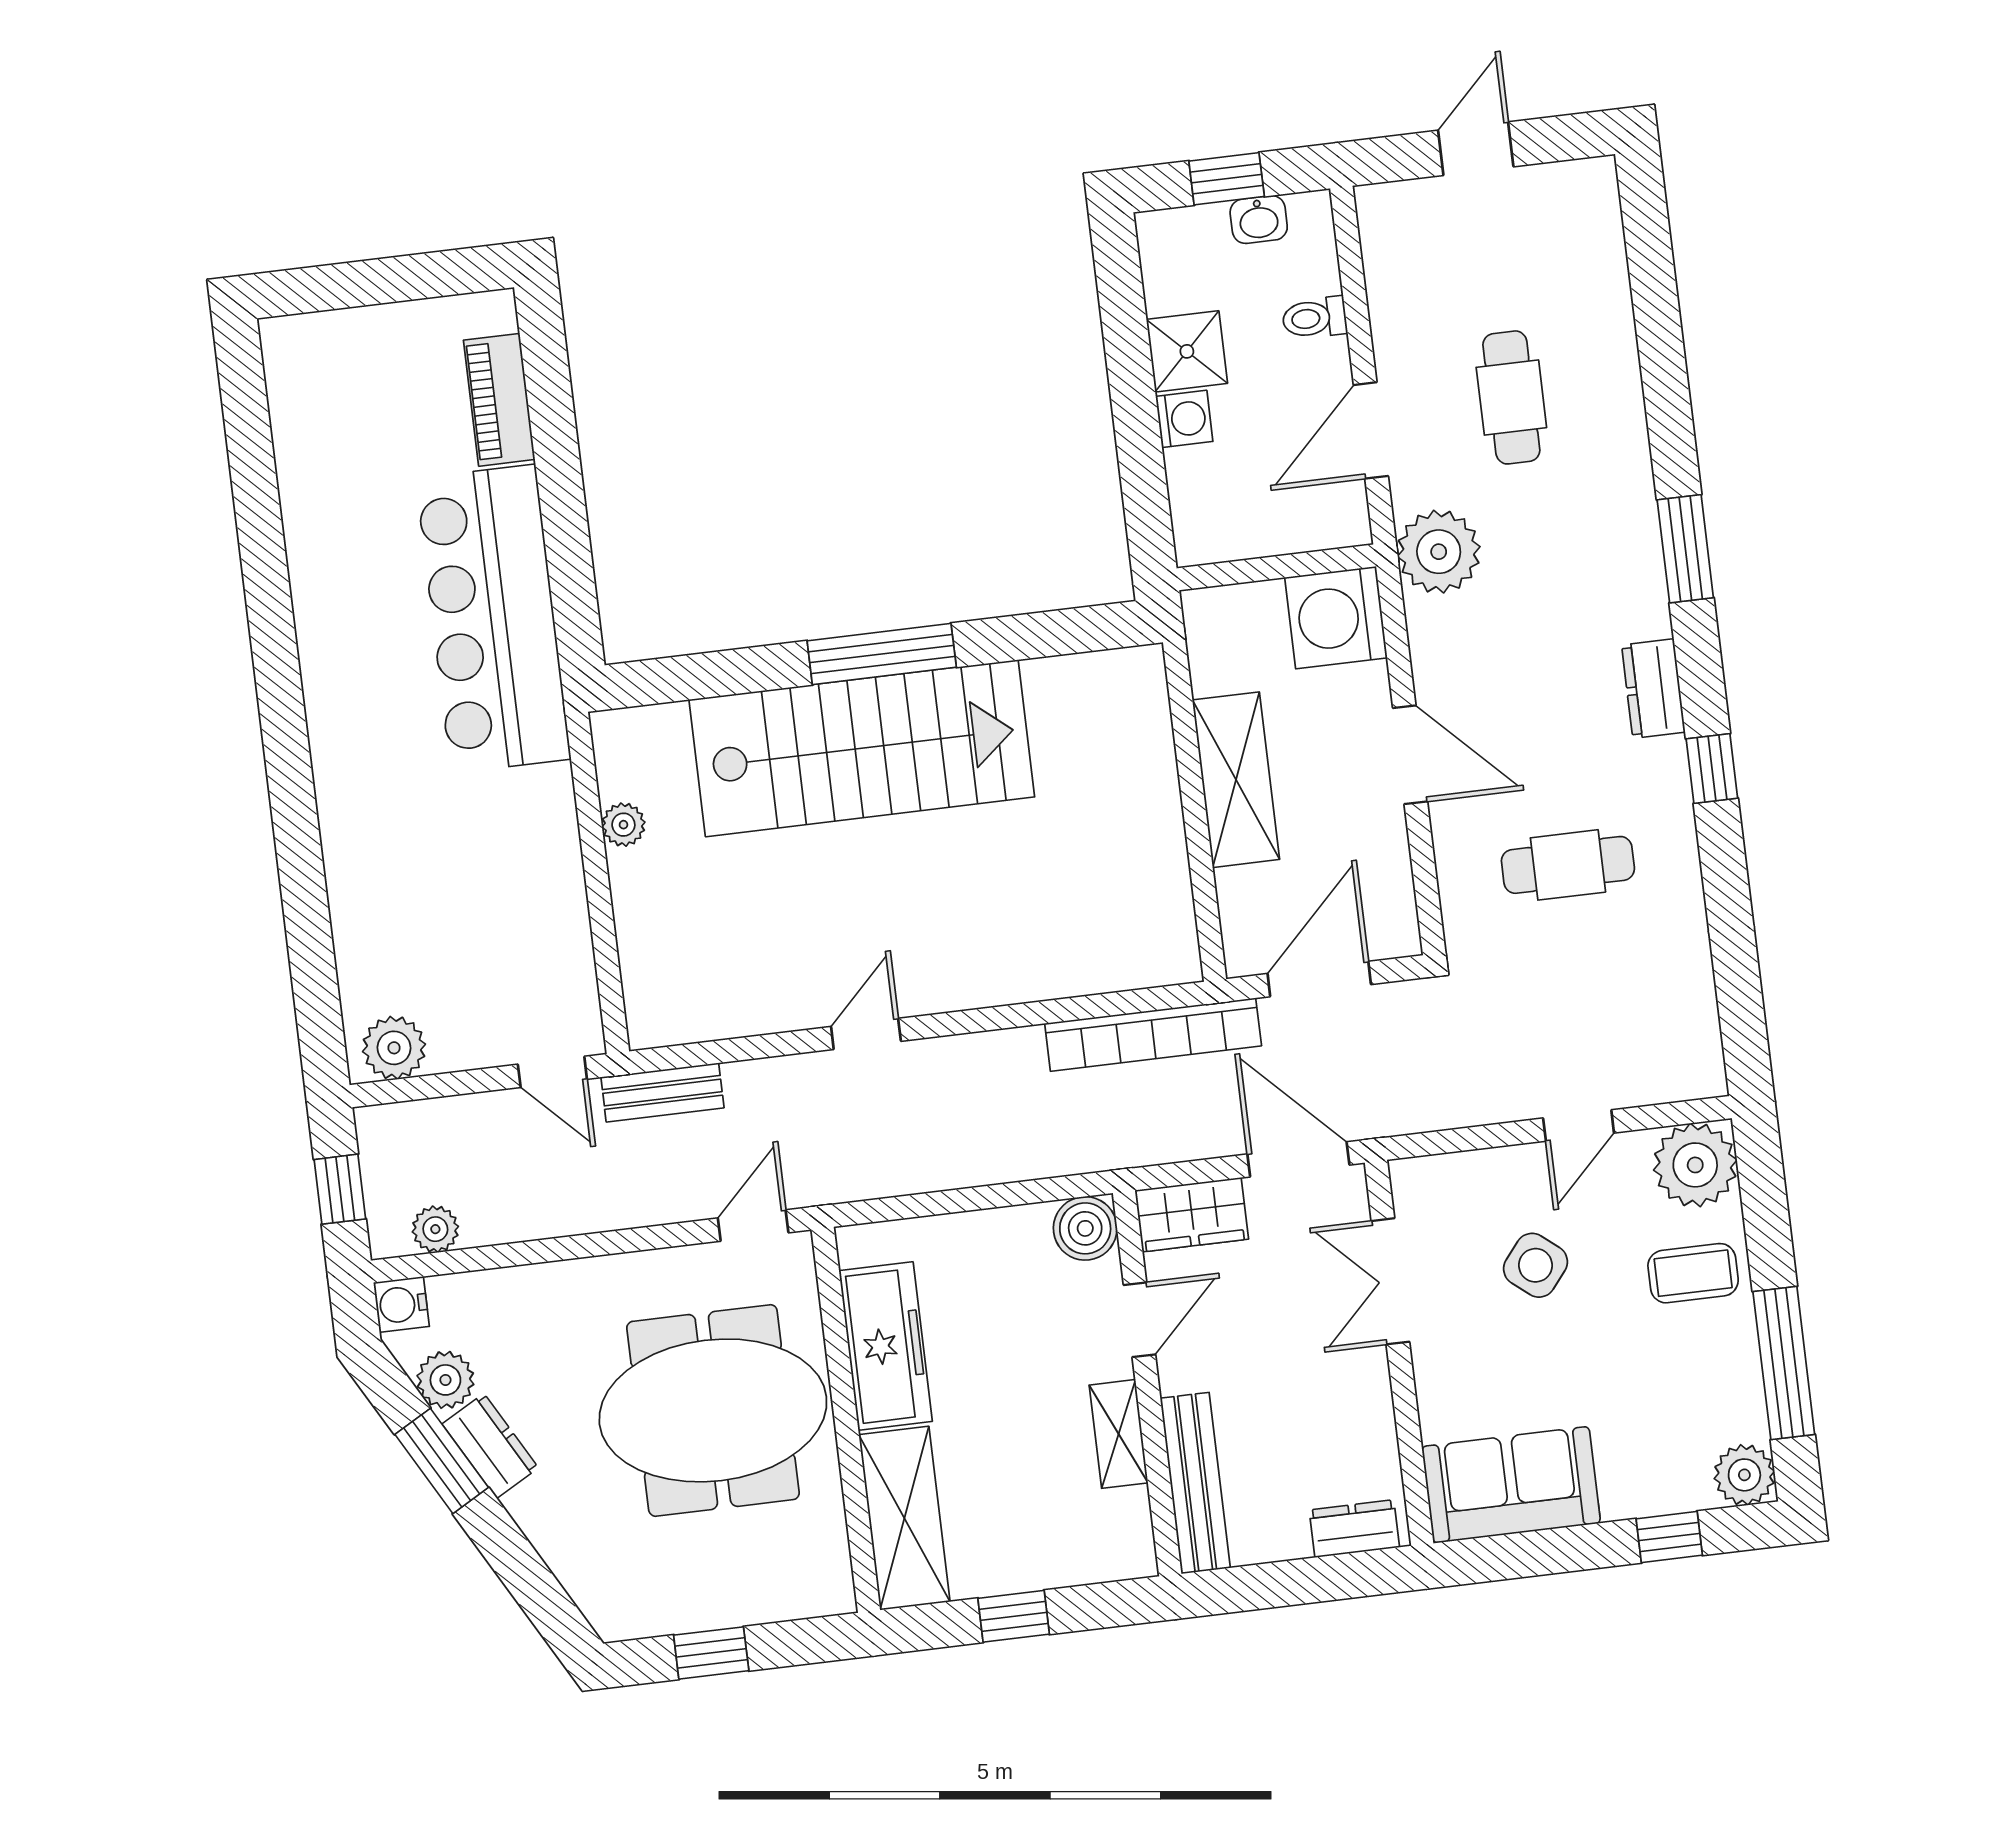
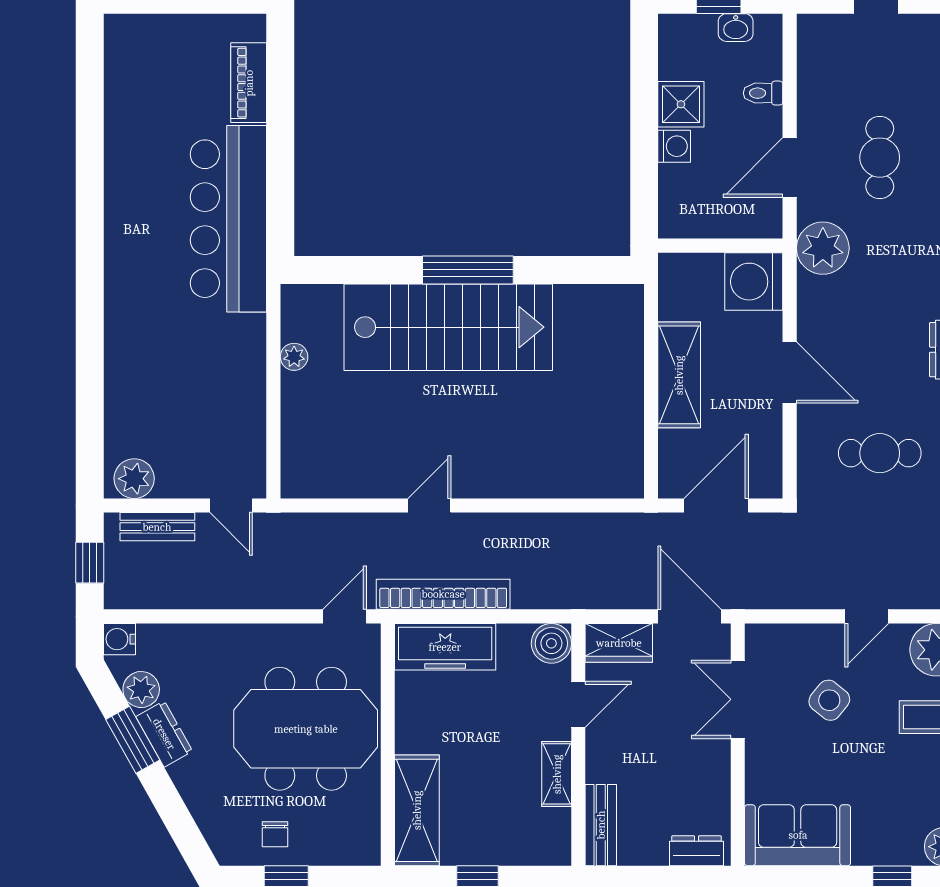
bookcase: (1153, 1035) -> (443, 594), moved, turned 180
bench: (662, 1092) -> (157, 527), moved
plant: (435, 1229) -> (146, 595), removed
freezer: (886, 1346) -> (445, 647), moved, turned 90
bench: (1195, 1483) -> (601, 825), width x0.73
chair: (685, 1583) -> (275, 834), added

